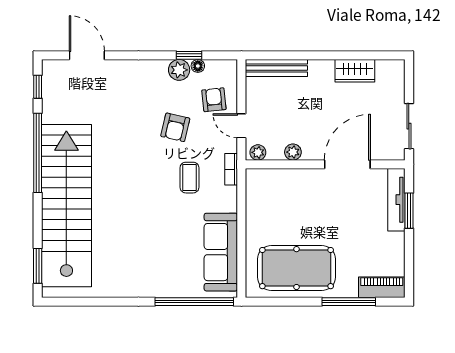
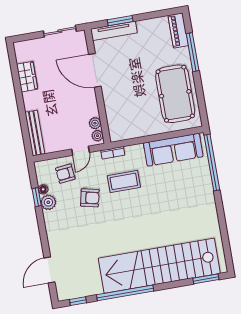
plant: (293, 152) -> (95, 123), moved
coffee table: (189, 178) -> (124, 181), width x1.36, depth x1.30

